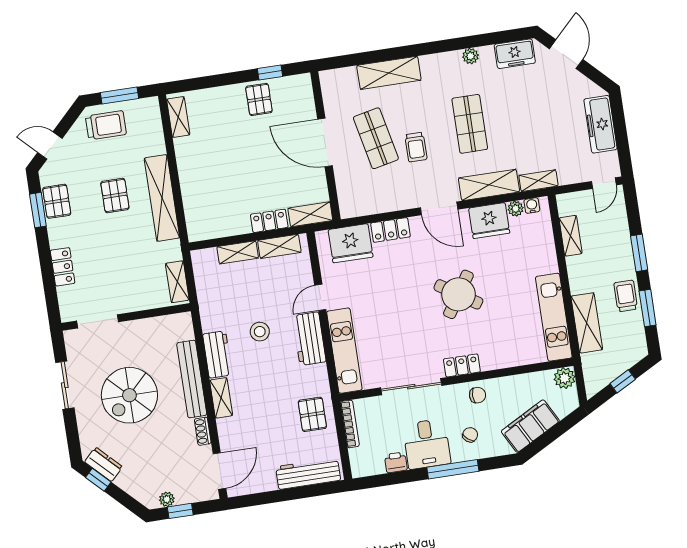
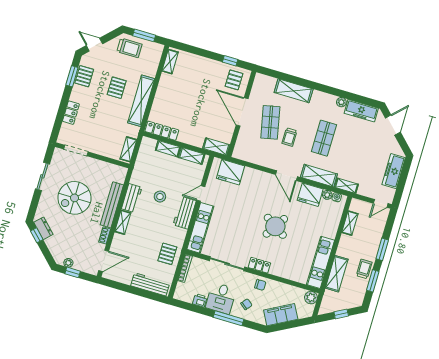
freezer: (515, 54) -> (361, 111), width x1.40
pallet: (259, 99) -> (234, 80), moved
locker: (269, 221) -> (162, 131), moved, width x1.53
locker: (390, 230) -> (255, 175), removed

